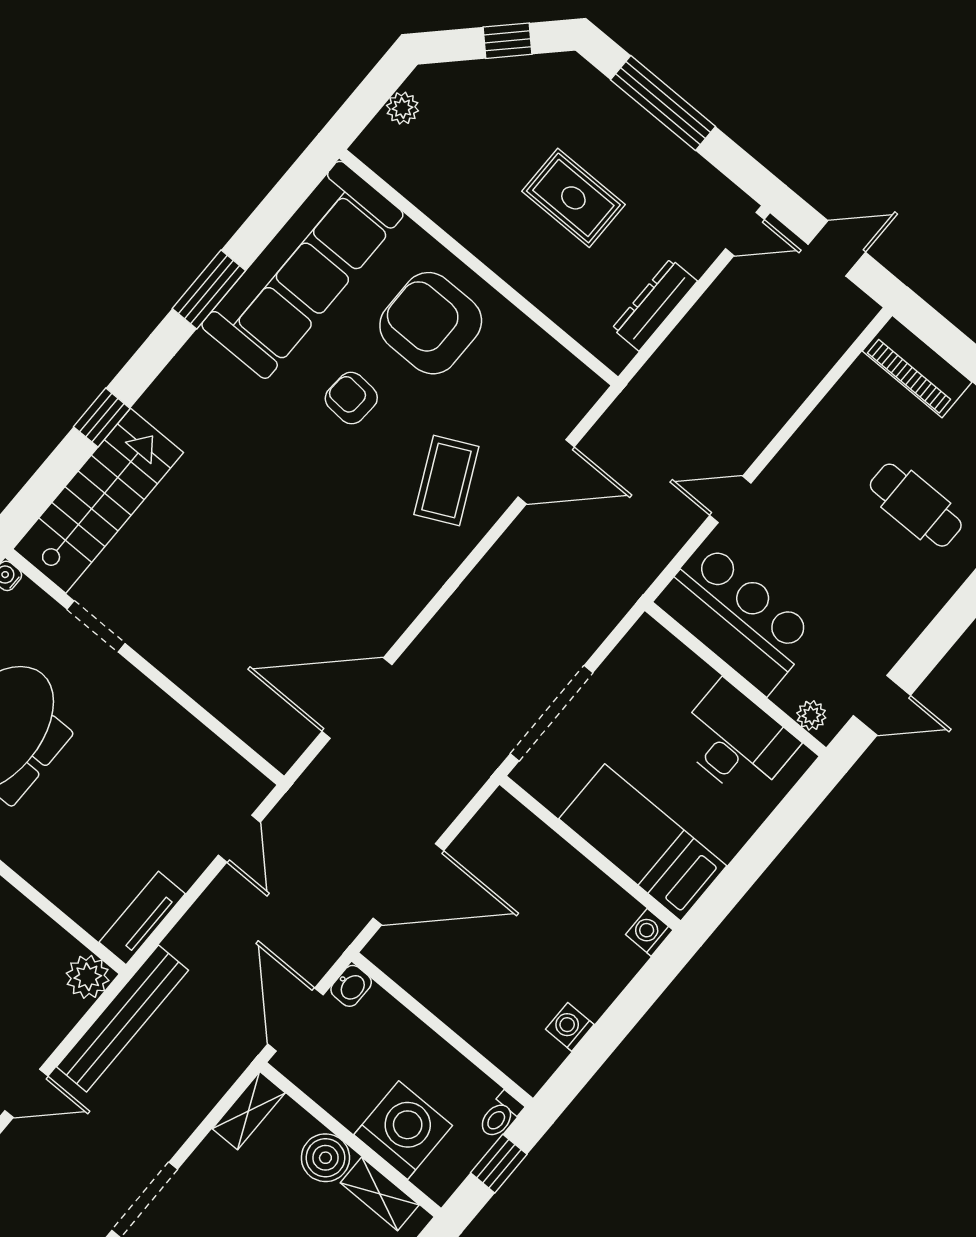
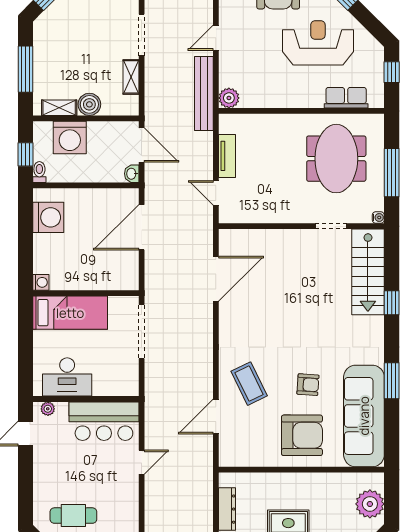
plant: (402, 108) -> (370, 504), width x1.88, depth x1.88
tv unit: (142, 918) -> (227, 156), moved
washing machine: (570, 1027) -> (48, 217), width x1.89, depth x1.89
shelving: (249, 1111) -> (131, 77), moved

